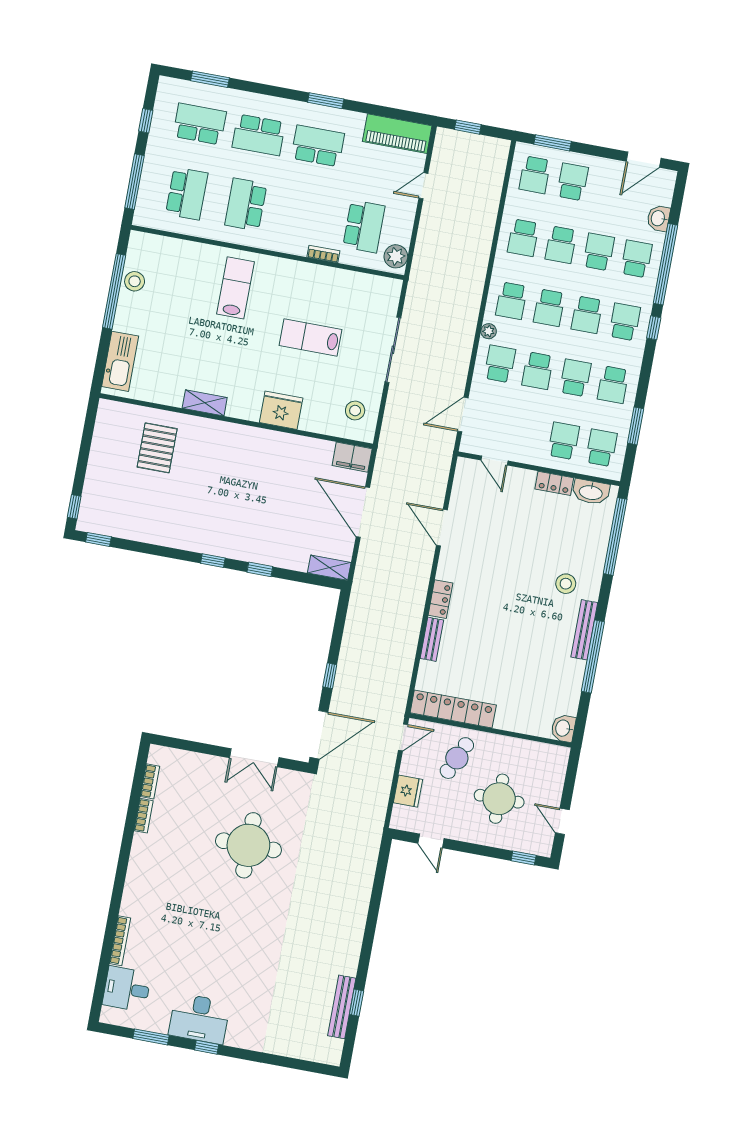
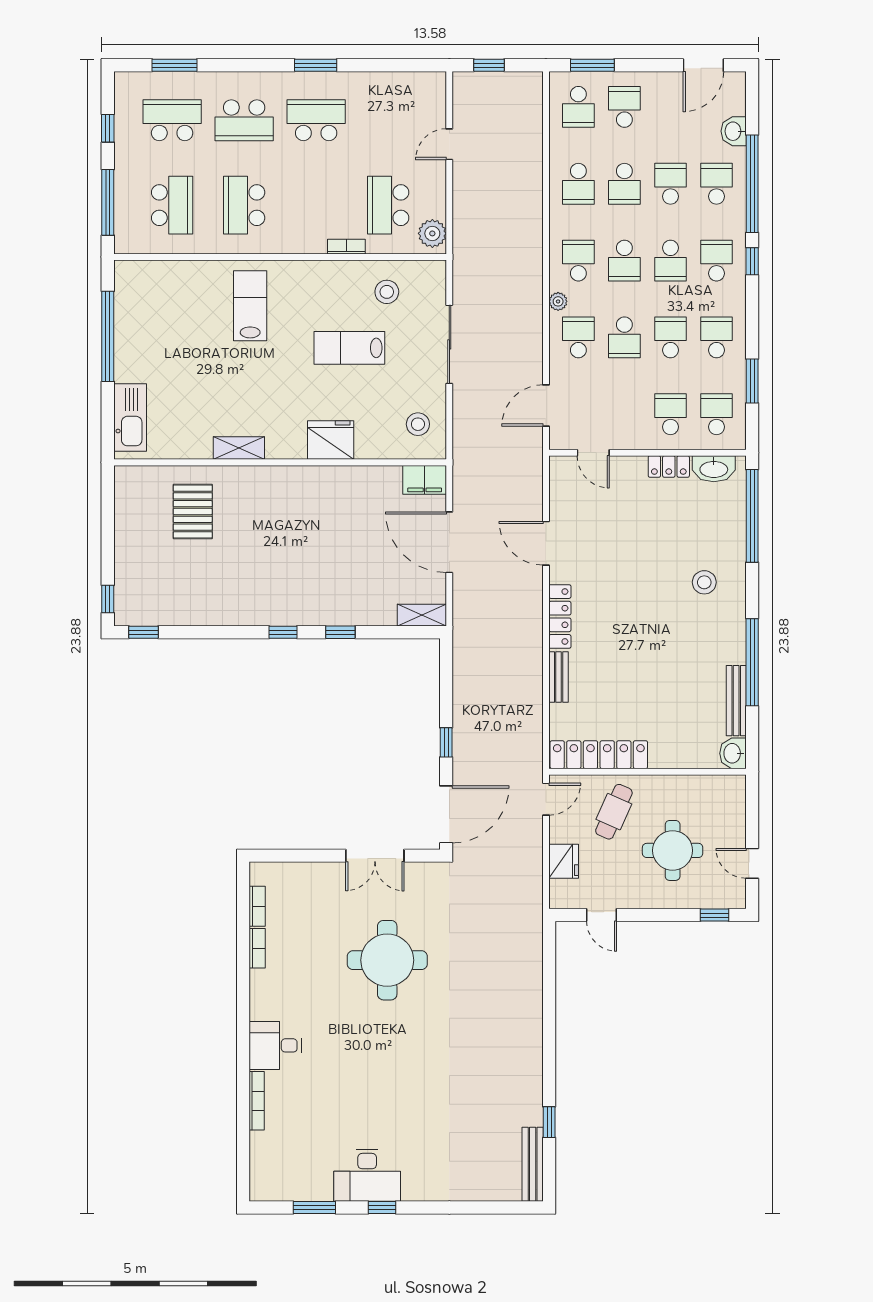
piano: (397, 134) -> (407, 88), removed
school desk: (364, 226) -> (388, 205), turned 180
stool: (135, 281) -> (387, 292), moved
school desk: (511, 301) -> (578, 261), turned 180
school desk: (613, 385) -> (717, 337), turned 180
locker: (440, 599) -> (560, 616), width x1.53
bench: (584, 630) -> (736, 701), moved
desk: (127, 989) -> (275, 1045), moved
bench: (342, 1007) -> (533, 1164), moved

